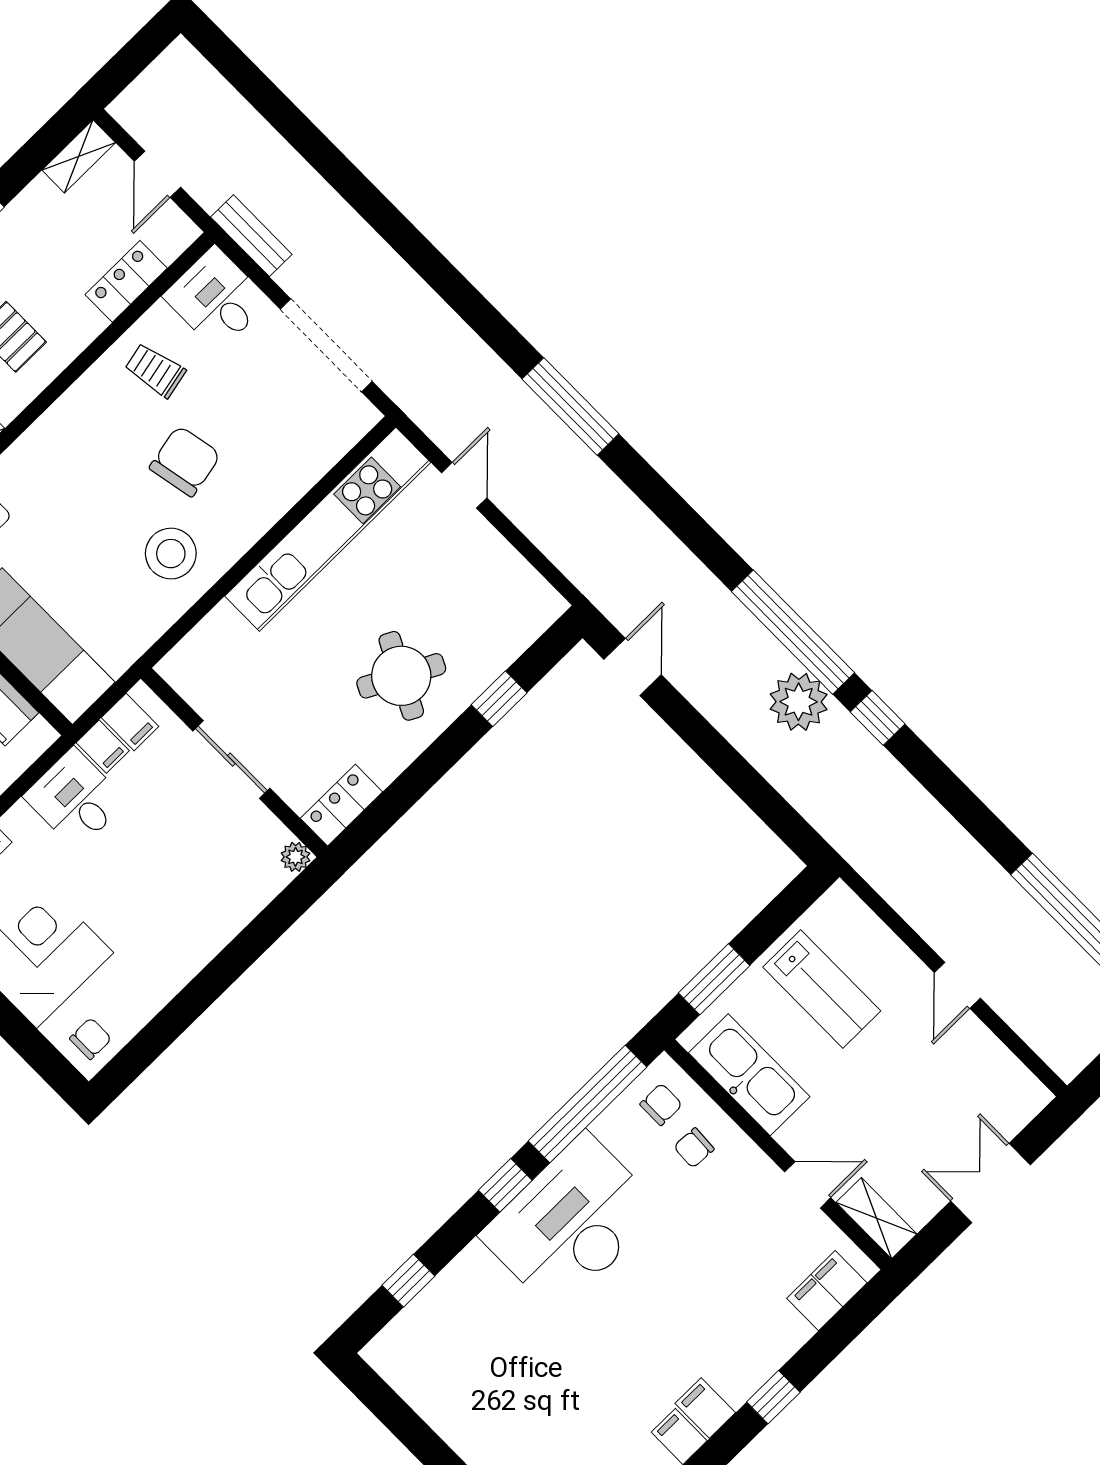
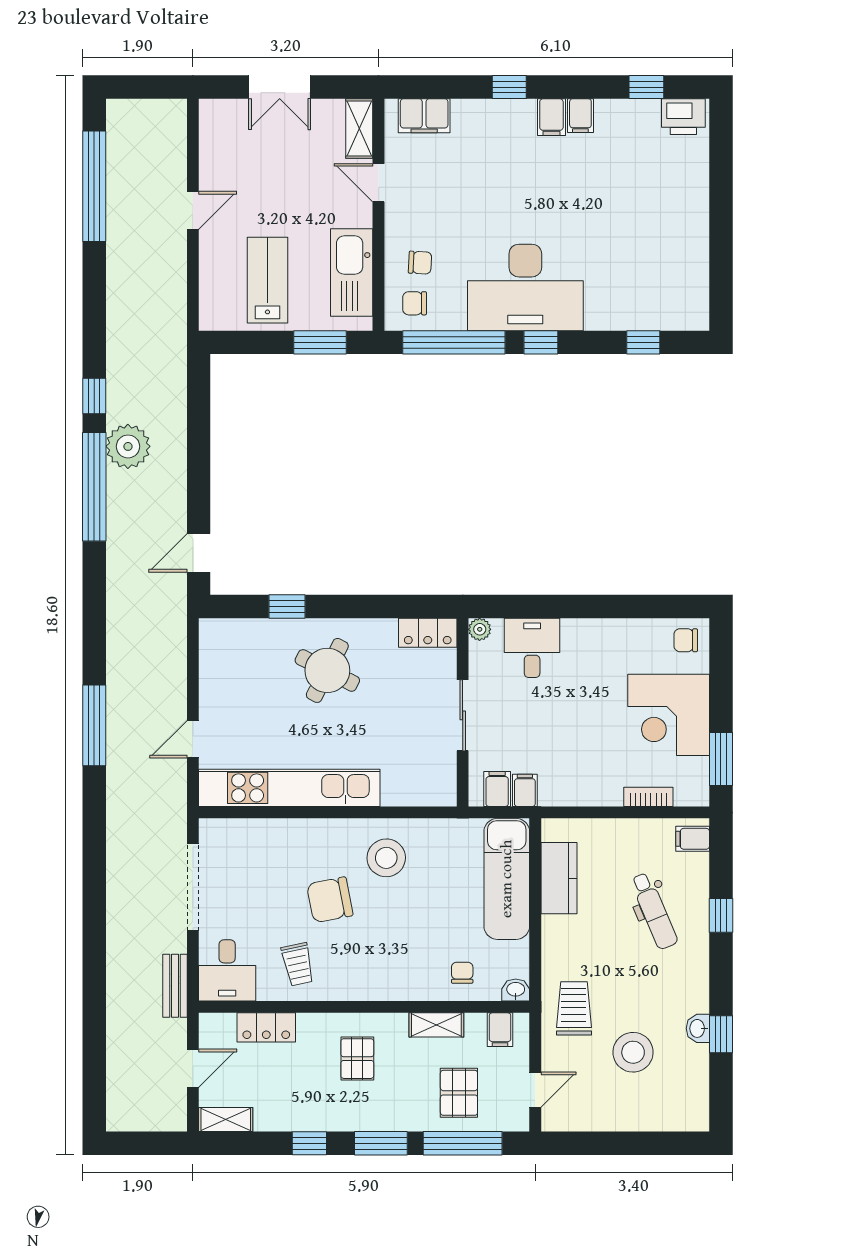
desk: (75, 799) -> (532, 648), moved, turned 180

